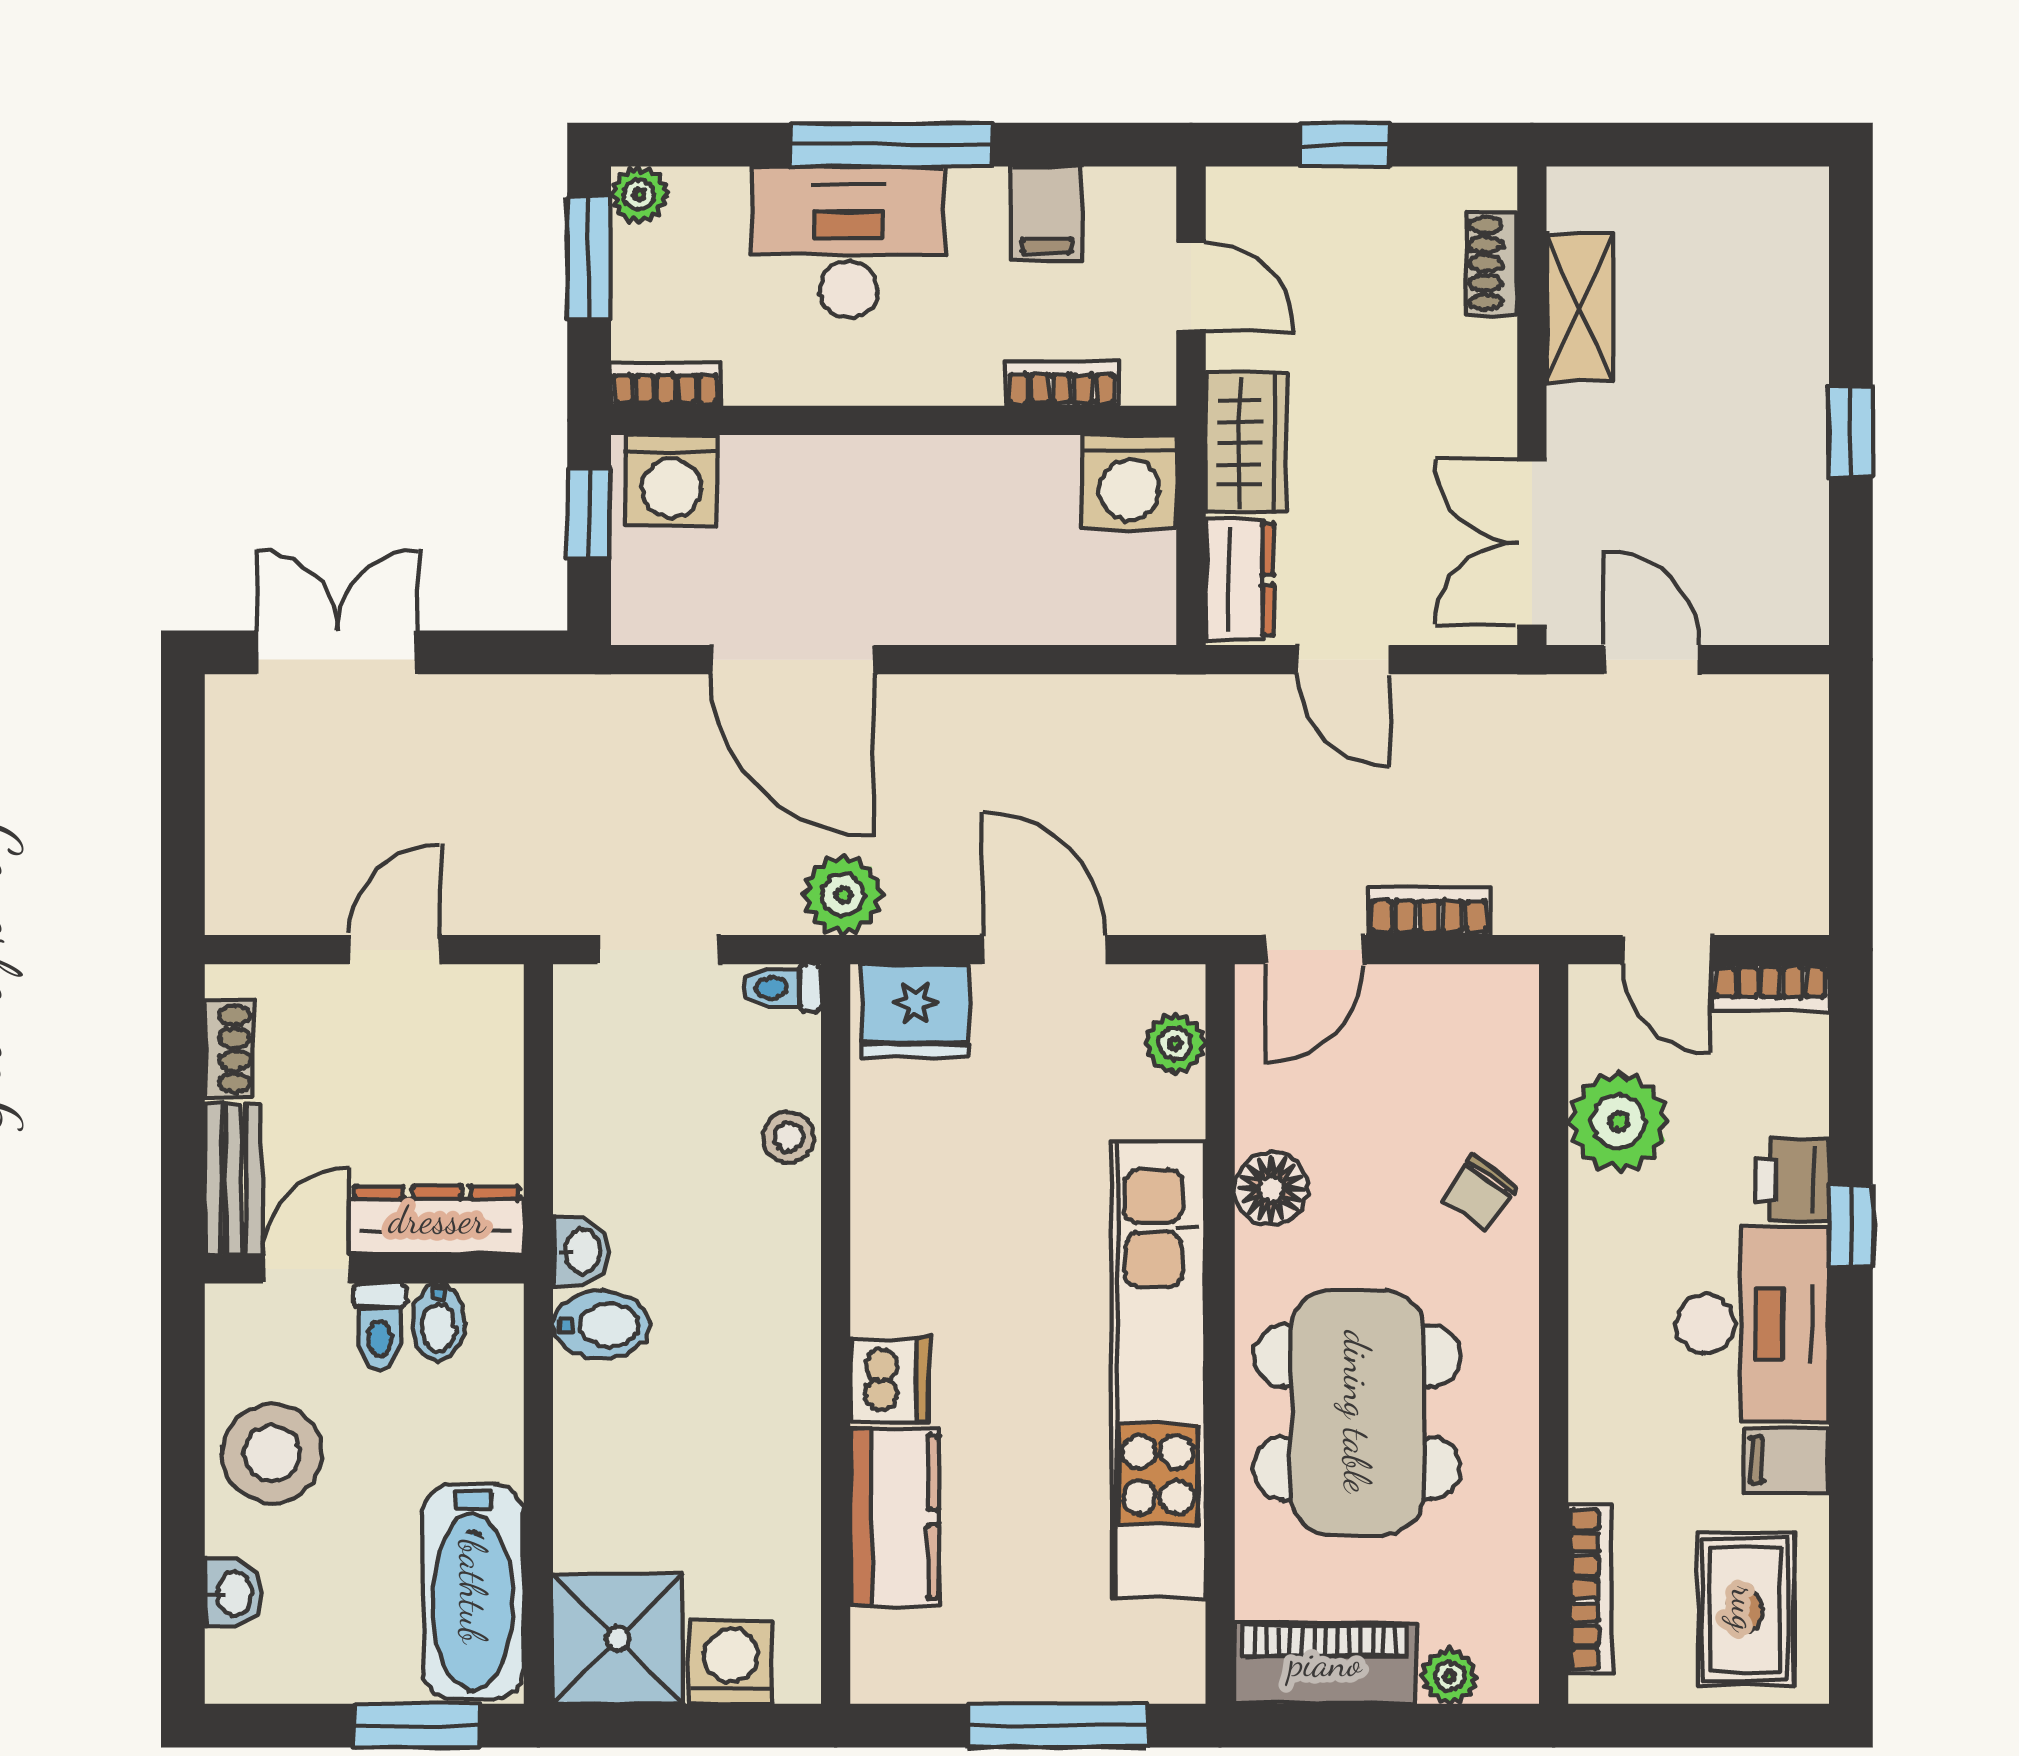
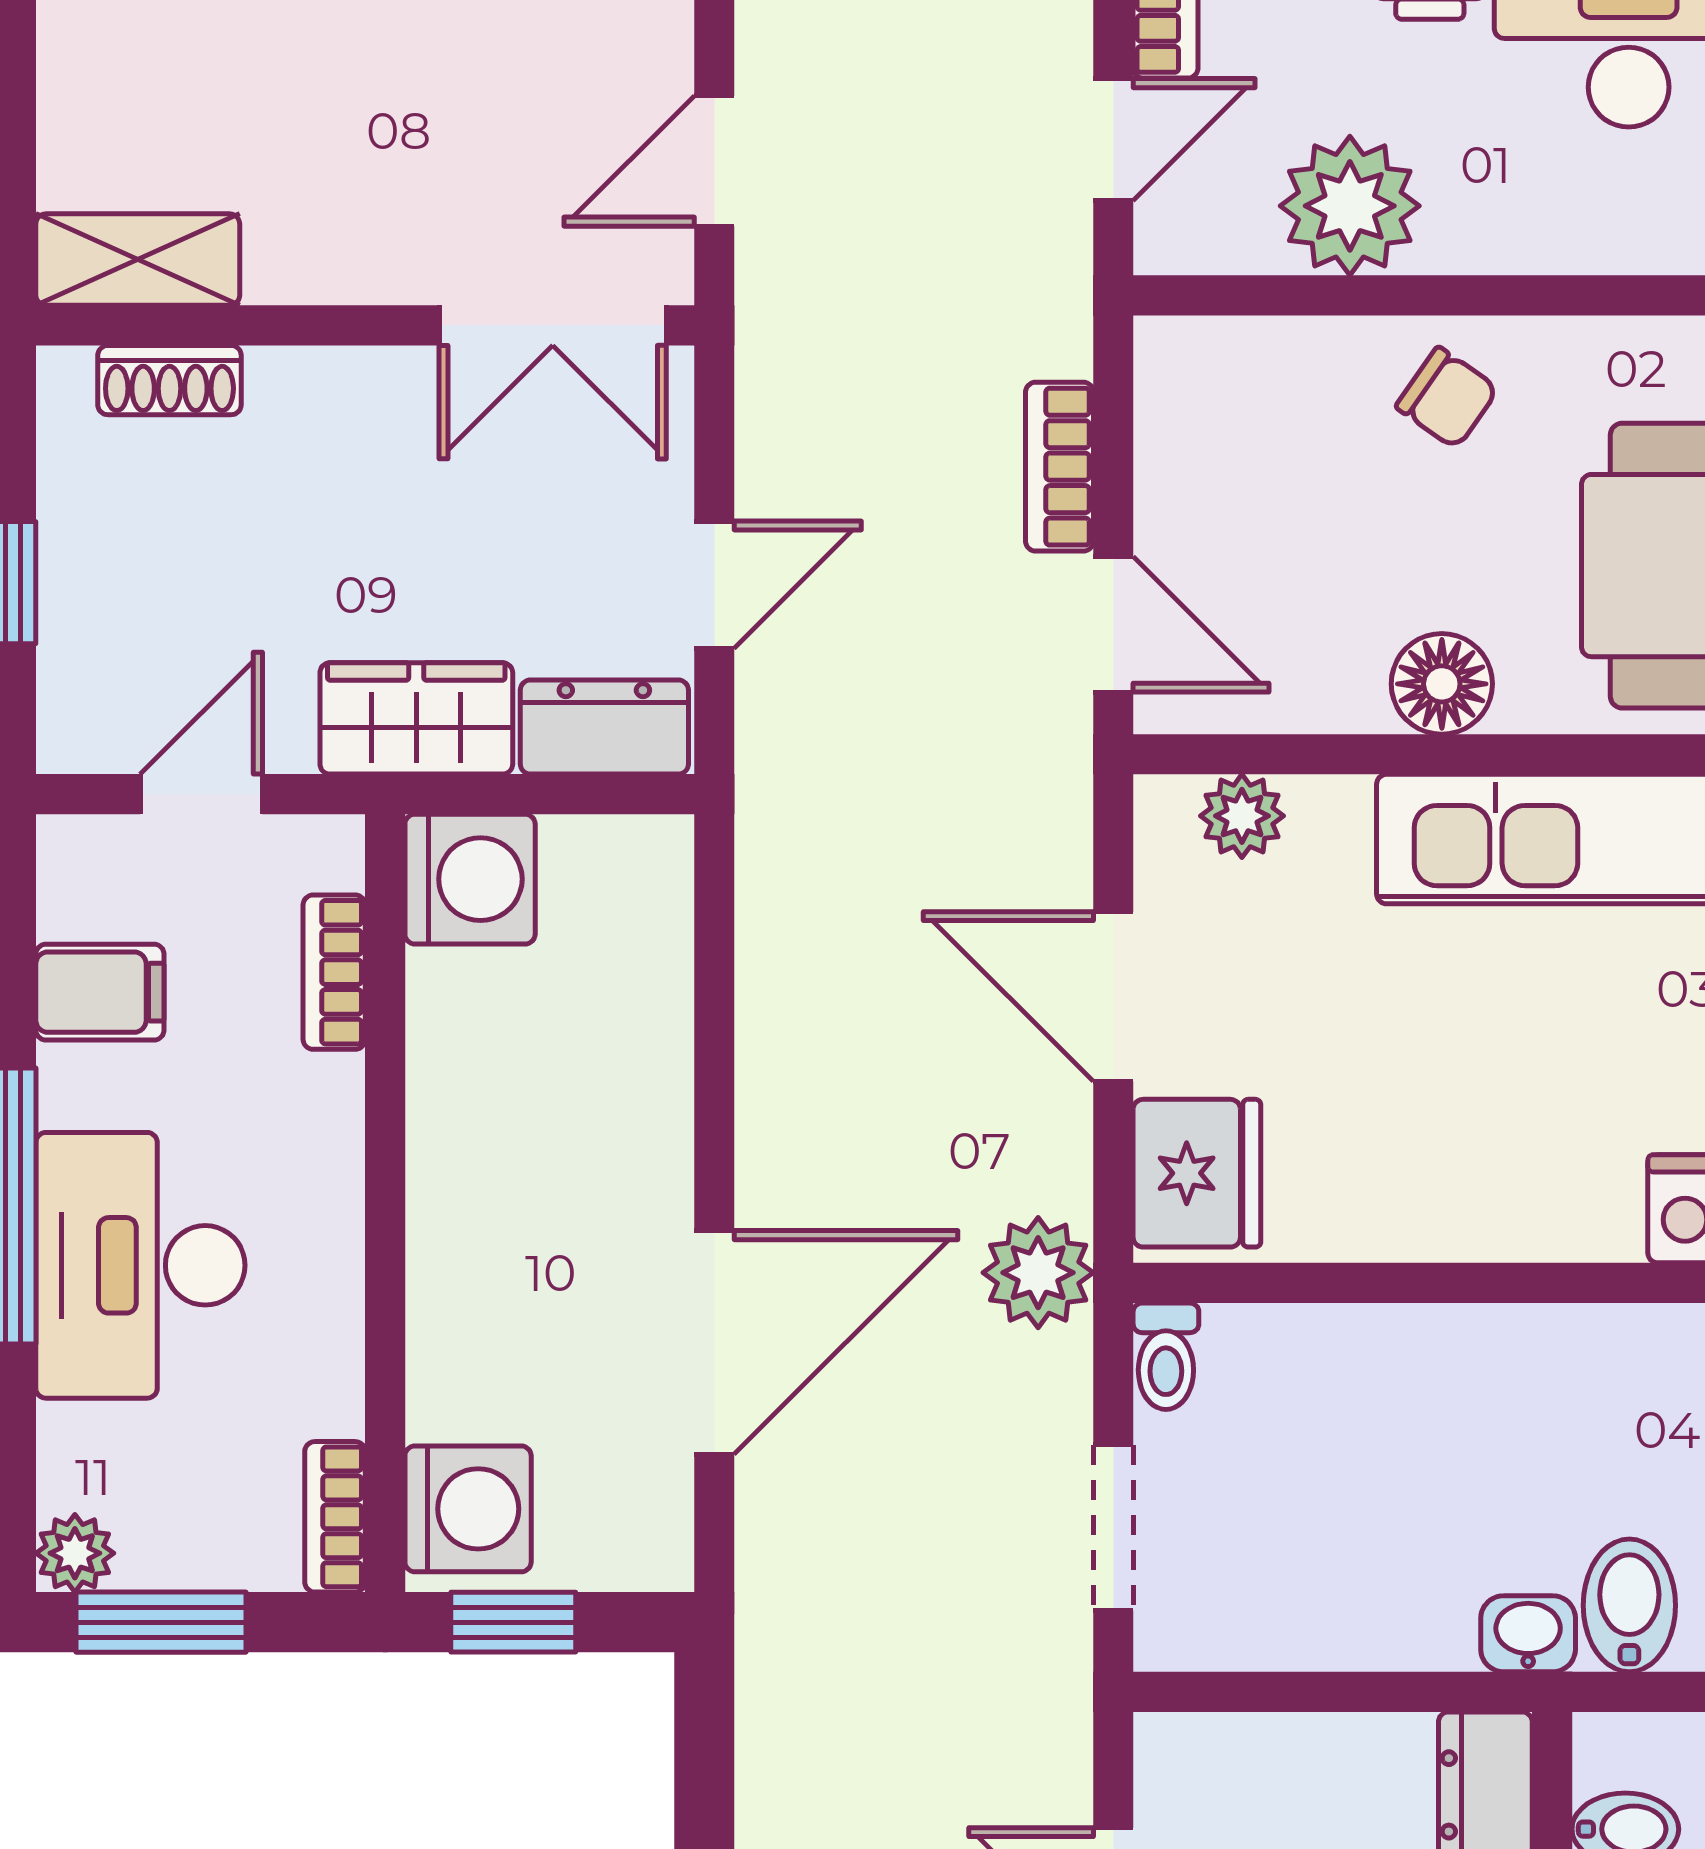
shelving: (1580, 308) -> (138, 260), moved
door: (1044, 950) -> (1113, 996), hinge flipped
stool: (789, 1137) -> (1371, 1348), removed

